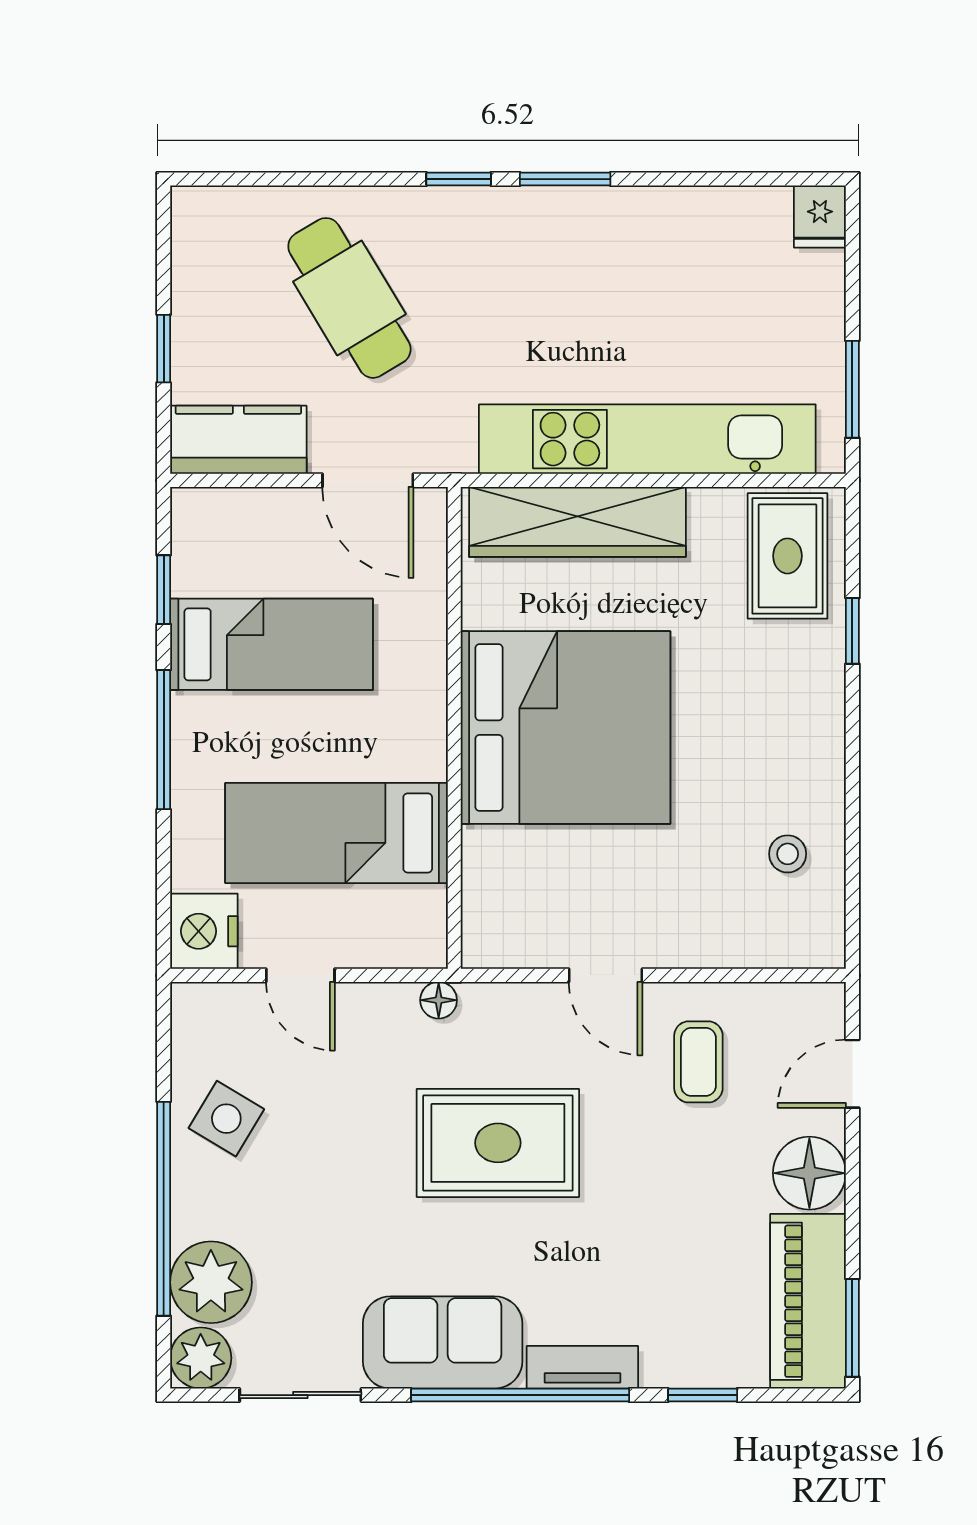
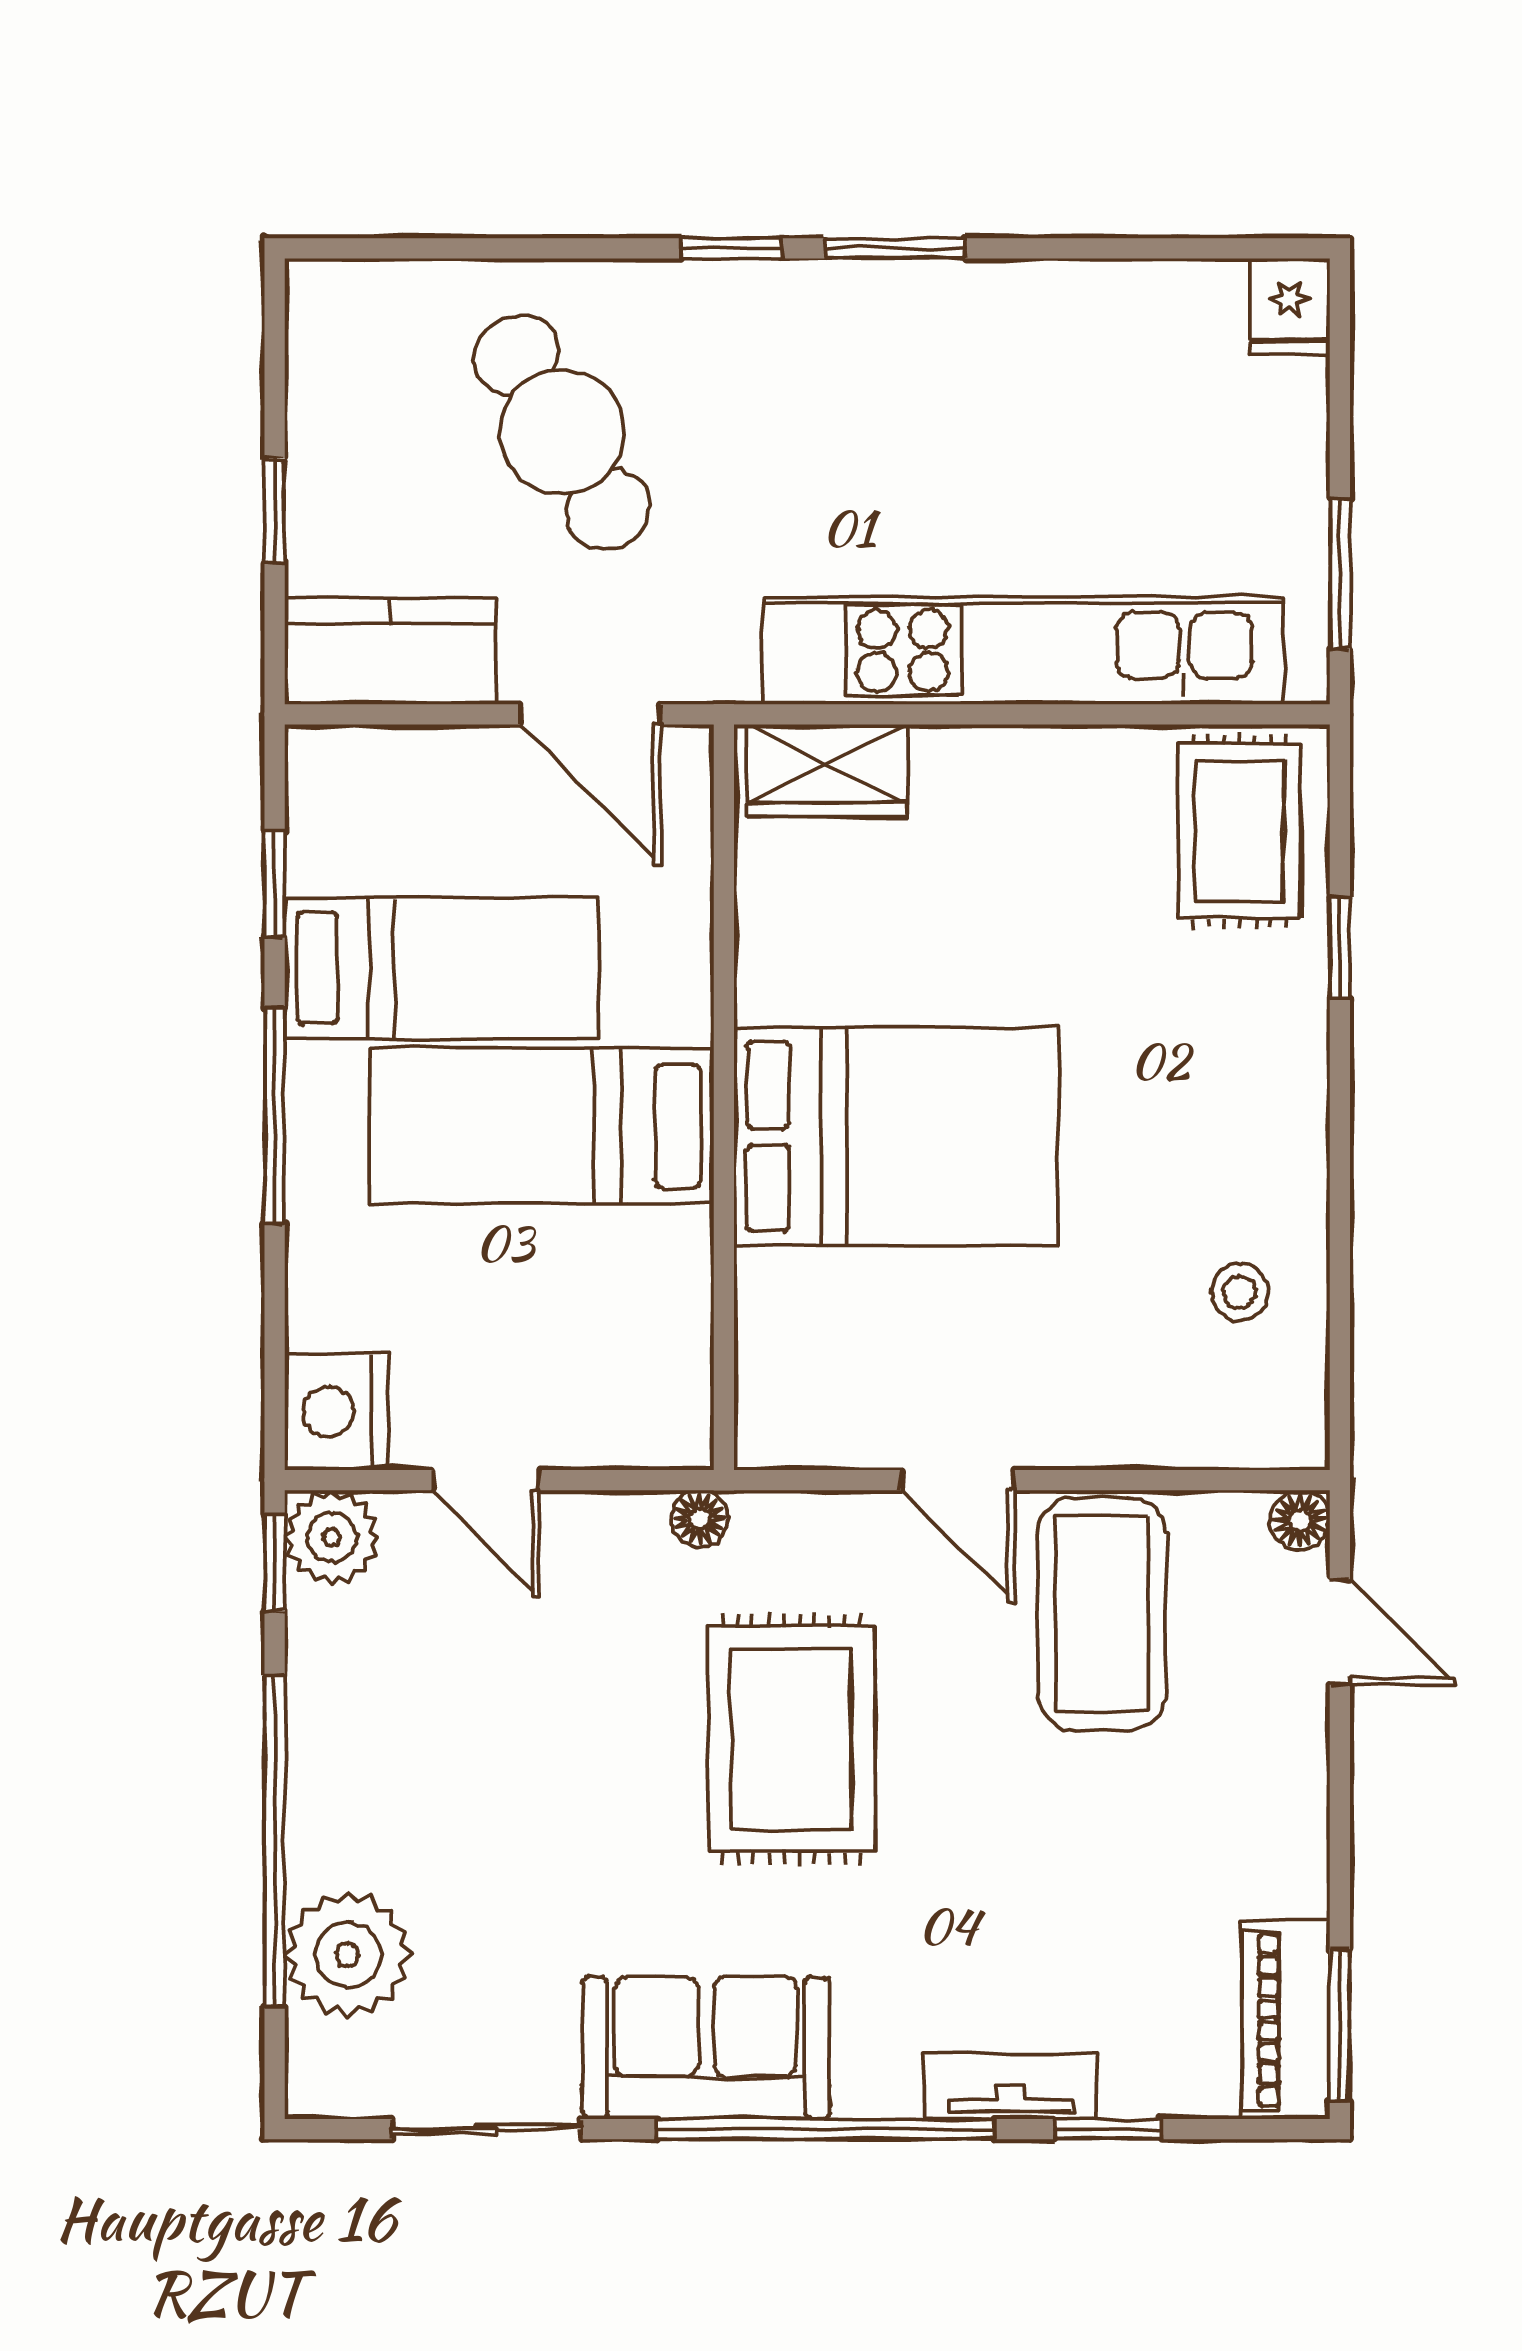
wardrobe: (577, 522) -> (827, 771), width x0.48, depth x0.85
bed: (565, 728) -> (896, 1136), width x0.73
bed: (336, 833) -> (542, 1126), moved
window: (164, 1029) -> (275, 1563), added
coffee table: (698, 1062) -> (1102, 1614), width x1.86, depth x1.72
door: (852, 1074) -> (1340, 1632), swing flipped
side table: (226, 1119) -> (371, 1702), removed
rug: (498, 1143) -> (791, 1739), turned 90
floor lamp: (809, 1173) -> (1300, 1520), moved, width x0.53, depth x0.53
piano: (808, 1301) -> (1286, 2020), width x0.73, depth x0.75
plant: (201, 1358) -> (332, 1537), moved
tv unit: (582, 1367) -> (1011, 2086), moved

